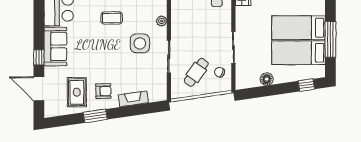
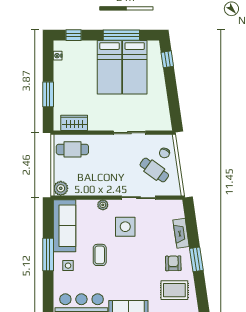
chair: (220, 72) -> (165, 153), moved
floor lamp: (267, 79) -> (161, 99), removed
window: (95, 116) -> (196, 259), moved

